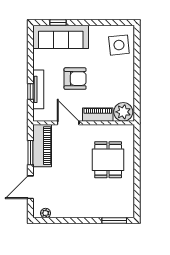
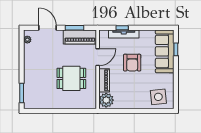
dining table: (108, 160) -> (71, 78), moved

